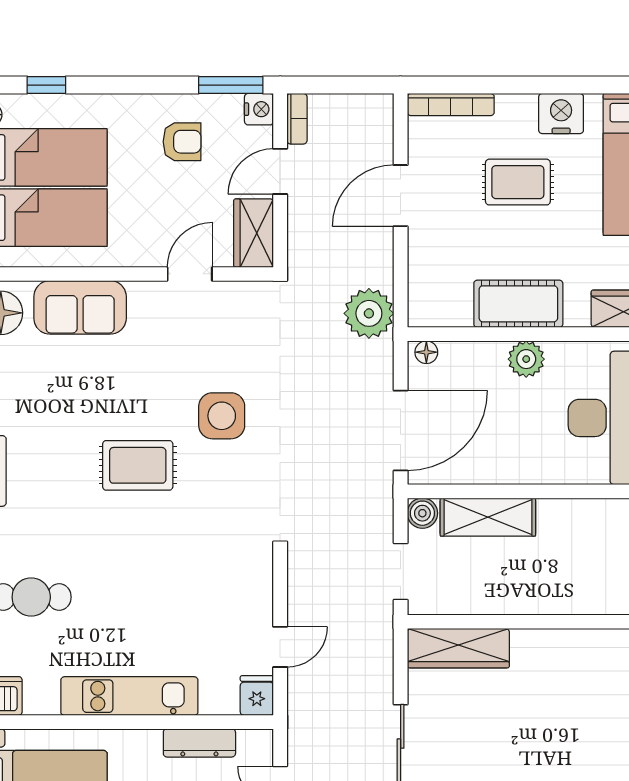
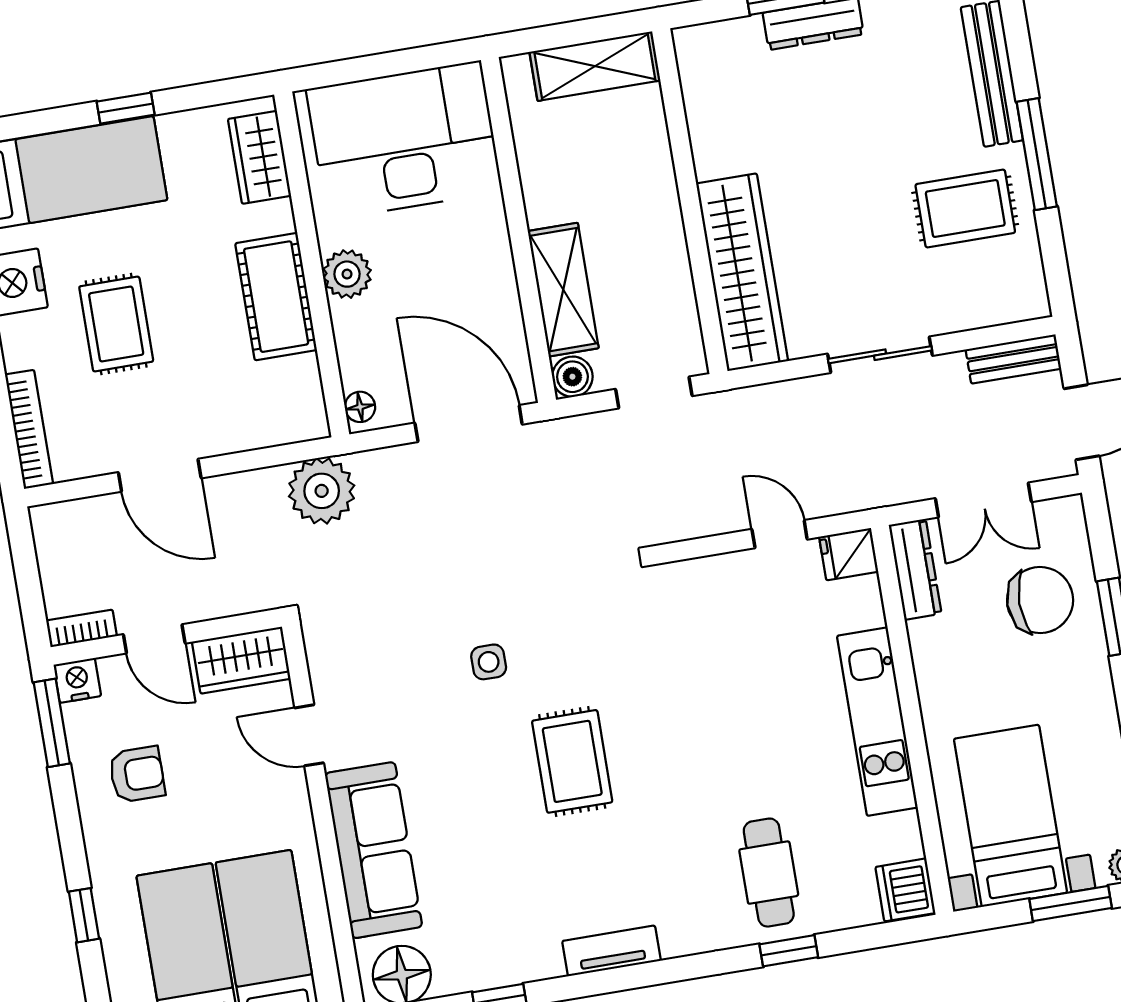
window: (46, 85) -> (84, 915), moved
armchair: (182, 142) -> (137, 774), turned 90
sofa: (80, 307) -> (374, 850), width x1.36
side table: (222, 416) -> (489, 662), width x0.54, depth x0.54
wardrobe: (458, 648) -> (742, 272), width x1.40, depth x1.17
dresser: (199, 743) -> (915, 569), moved

